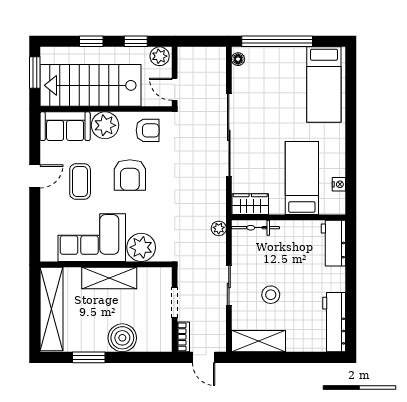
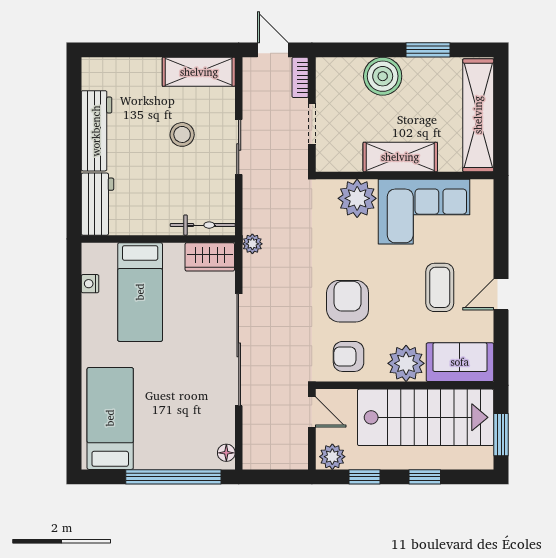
armchair: (130, 175) -> (348, 301), moved
plant: (219, 228) -> (252, 244), moved
workbench: (334, 322) -> (96, 131), moved

